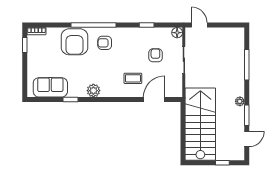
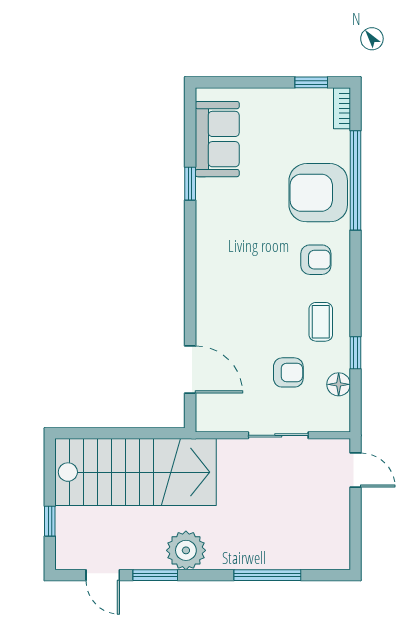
window: (94, 25) -> (355, 180), moved
door: (199, 25) -> (355, 470), hinge flipped
floor lamp: (177, 33) -> (339, 384), moved
armchair: (105, 43) -> (316, 260), turned 90
coffee table: (133, 78) -> (321, 322), moved
plant: (93, 91) -> (210, 235), removed
plant: (240, 101) -> (186, 550), width x1.87, depth x1.87

